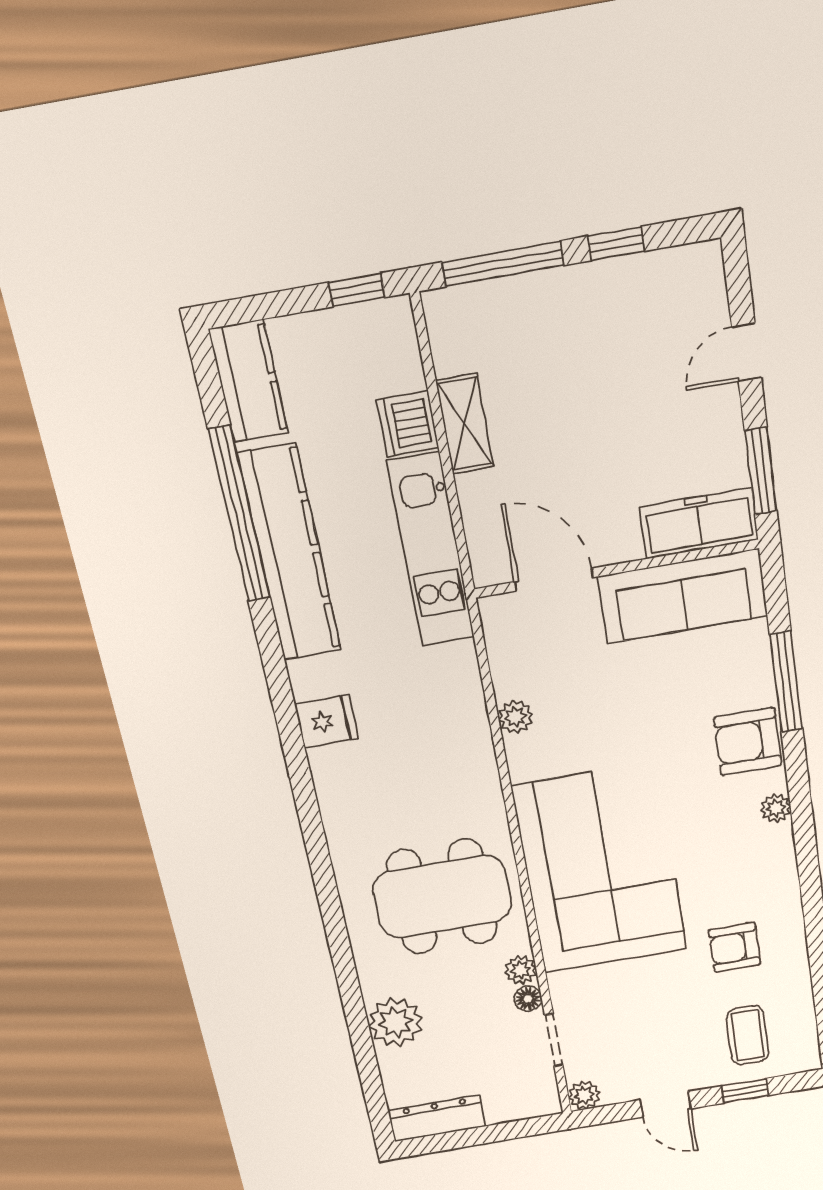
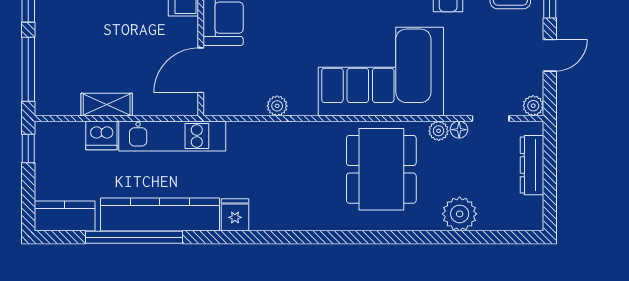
fridge: (327, 721) -> (235, 215), moved
dresser: (437, 1118) -> (532, 165), moved

